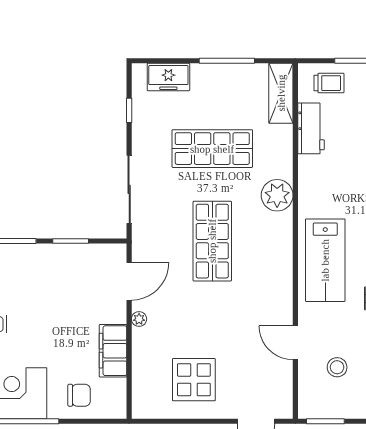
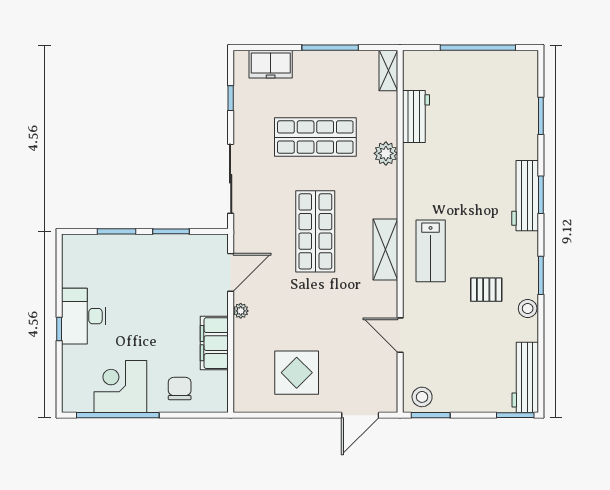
trolley: (329, 83) -> (434, 70), removed
shelving: (281, 93) -> (388, 70), width x0.67, depth x0.75
plant: (277, 195) -> (386, 153), moved, width x0.73, depth x0.73
shelving: (281, 259) -> (385, 250), added
lab bench: (325, 260) -> (431, 251), width x0.73, depth x0.72
stool: (337, 367) -> (422, 397), moved
chair: (79, 395) -> (180, 388), turned -90

